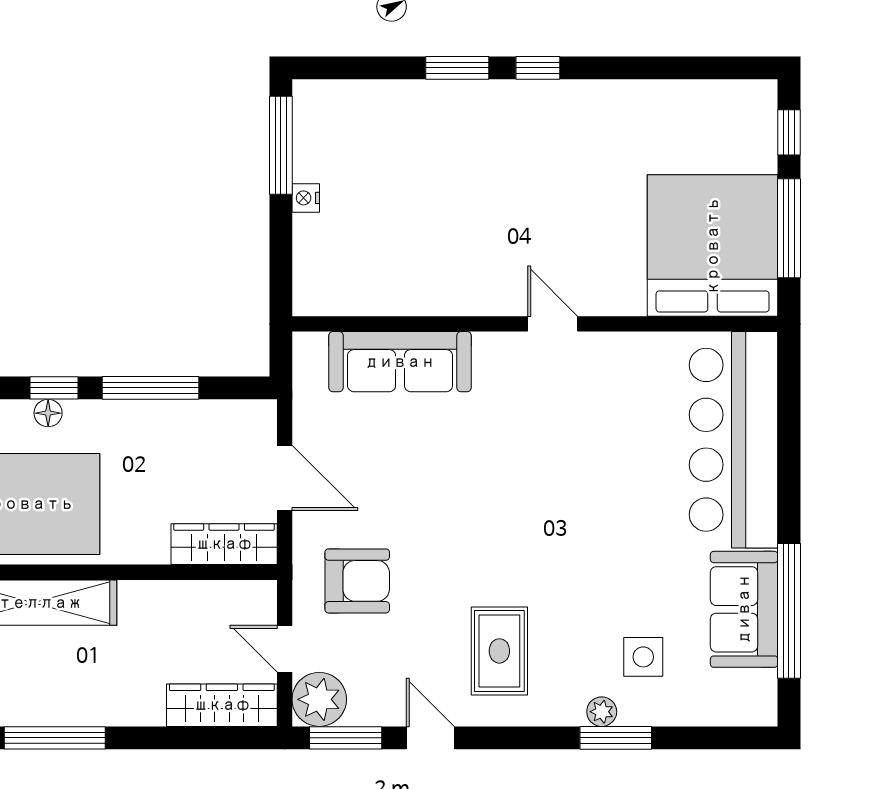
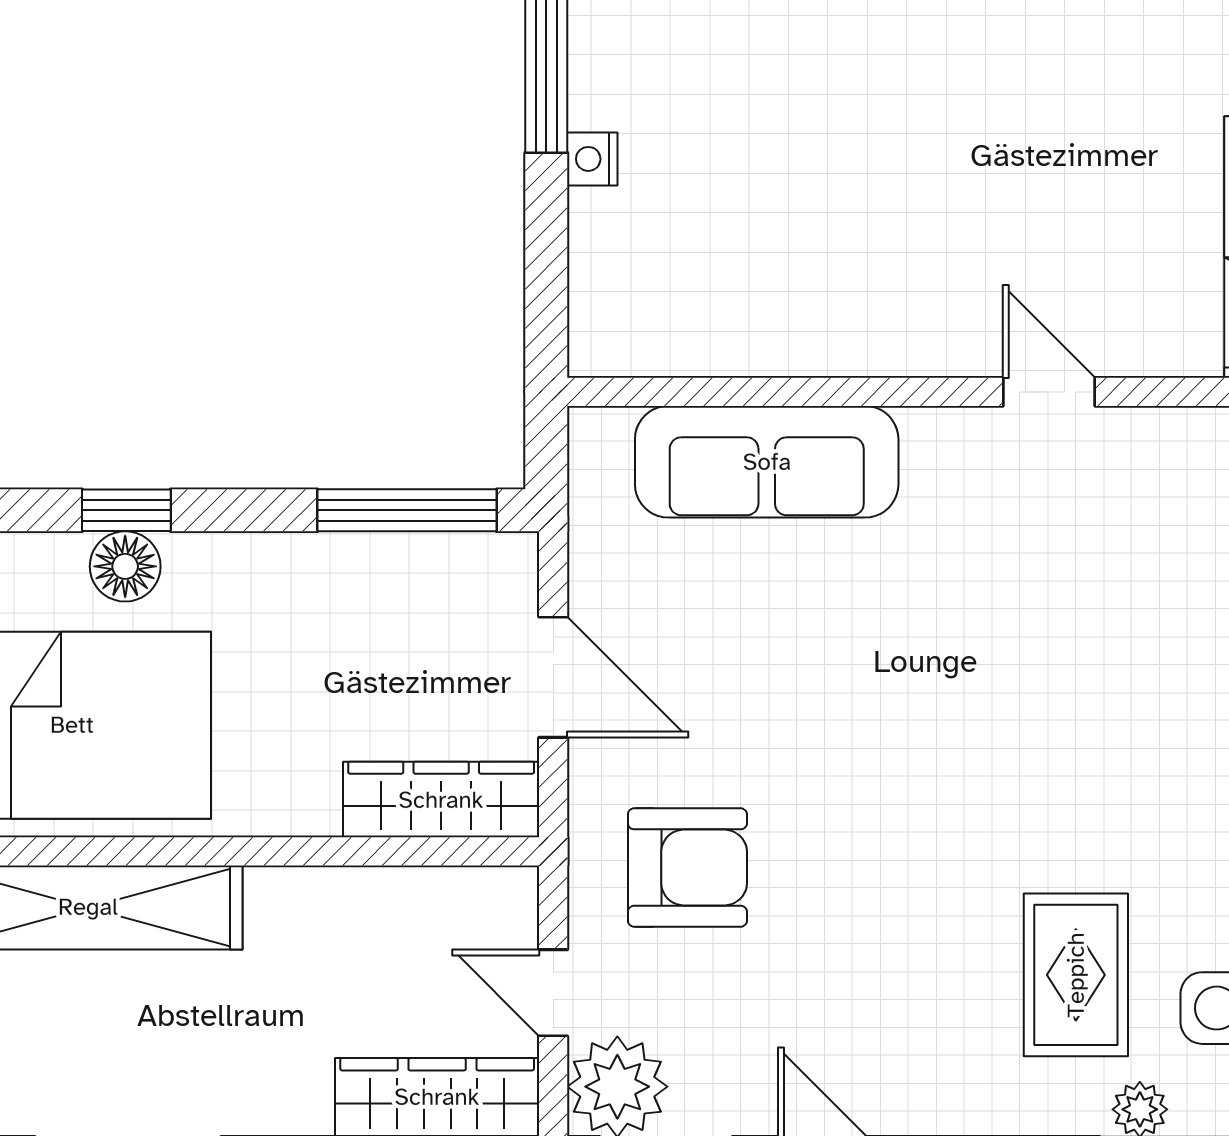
window: (150, 388) -> (407, 510), moved
floor lamp: (48, 413) -> (125, 566), width x1.37, depth x1.37
rug: (499, 651) -> (1076, 975), moved

